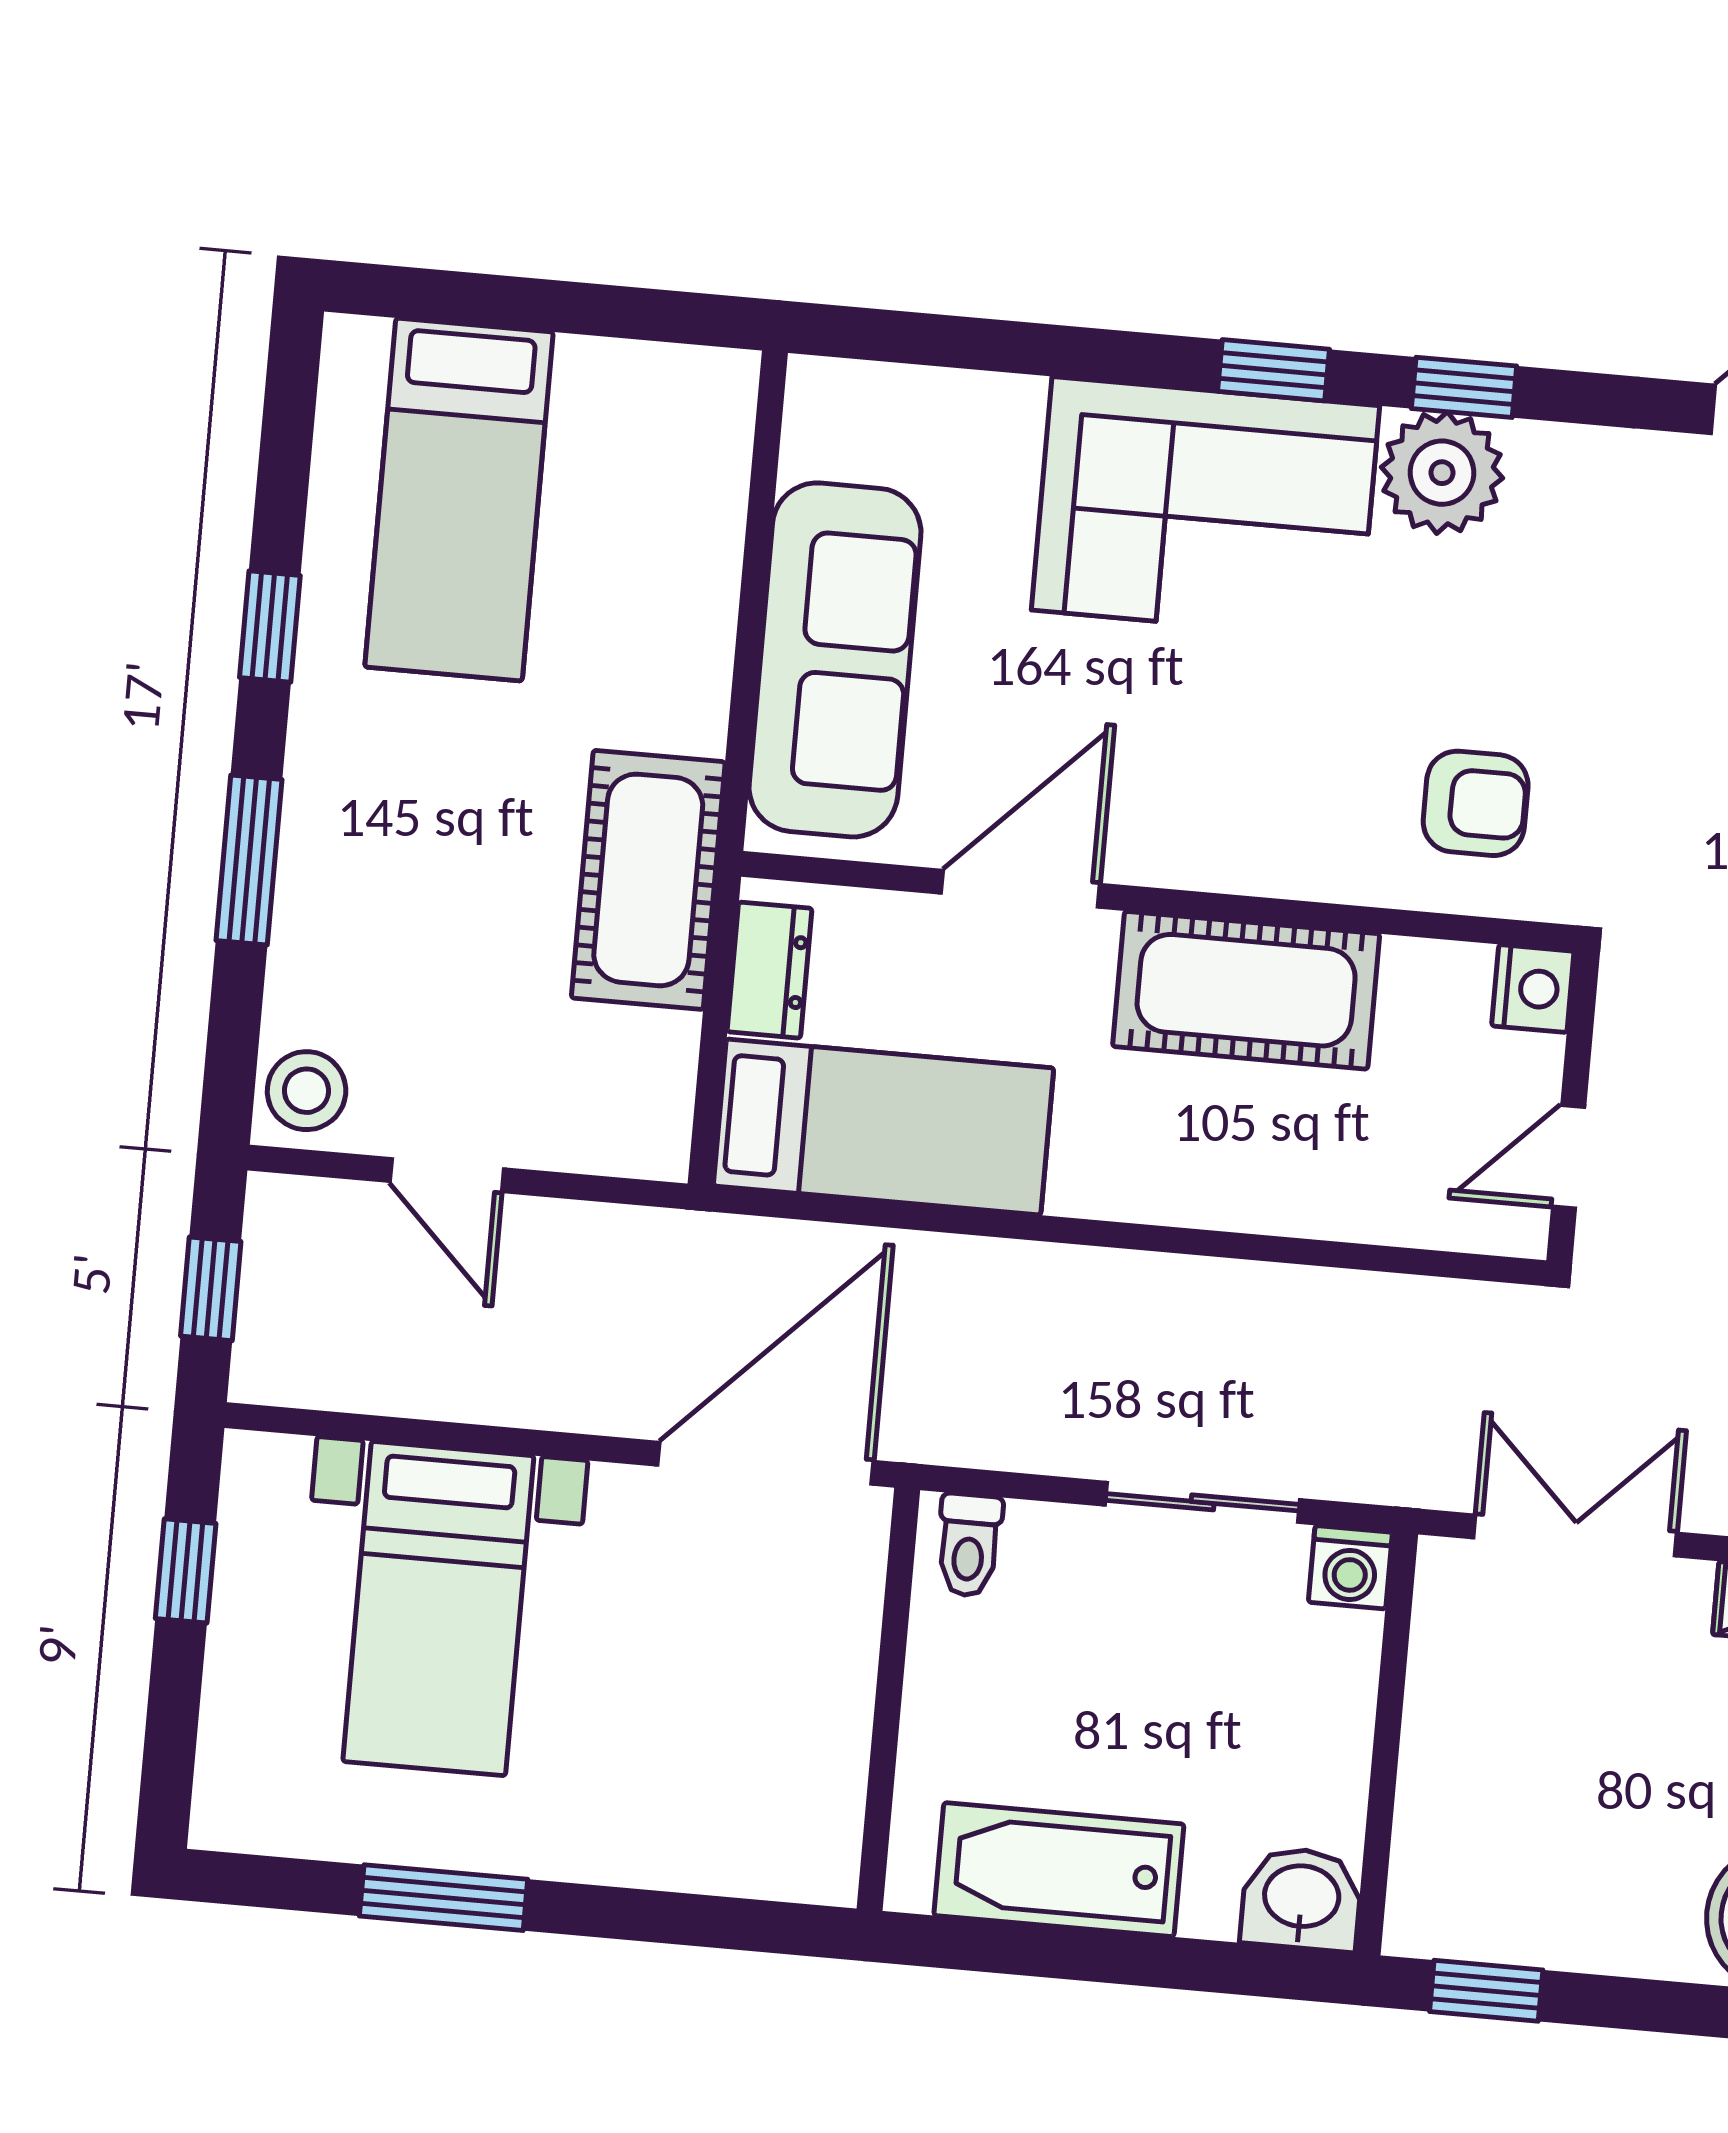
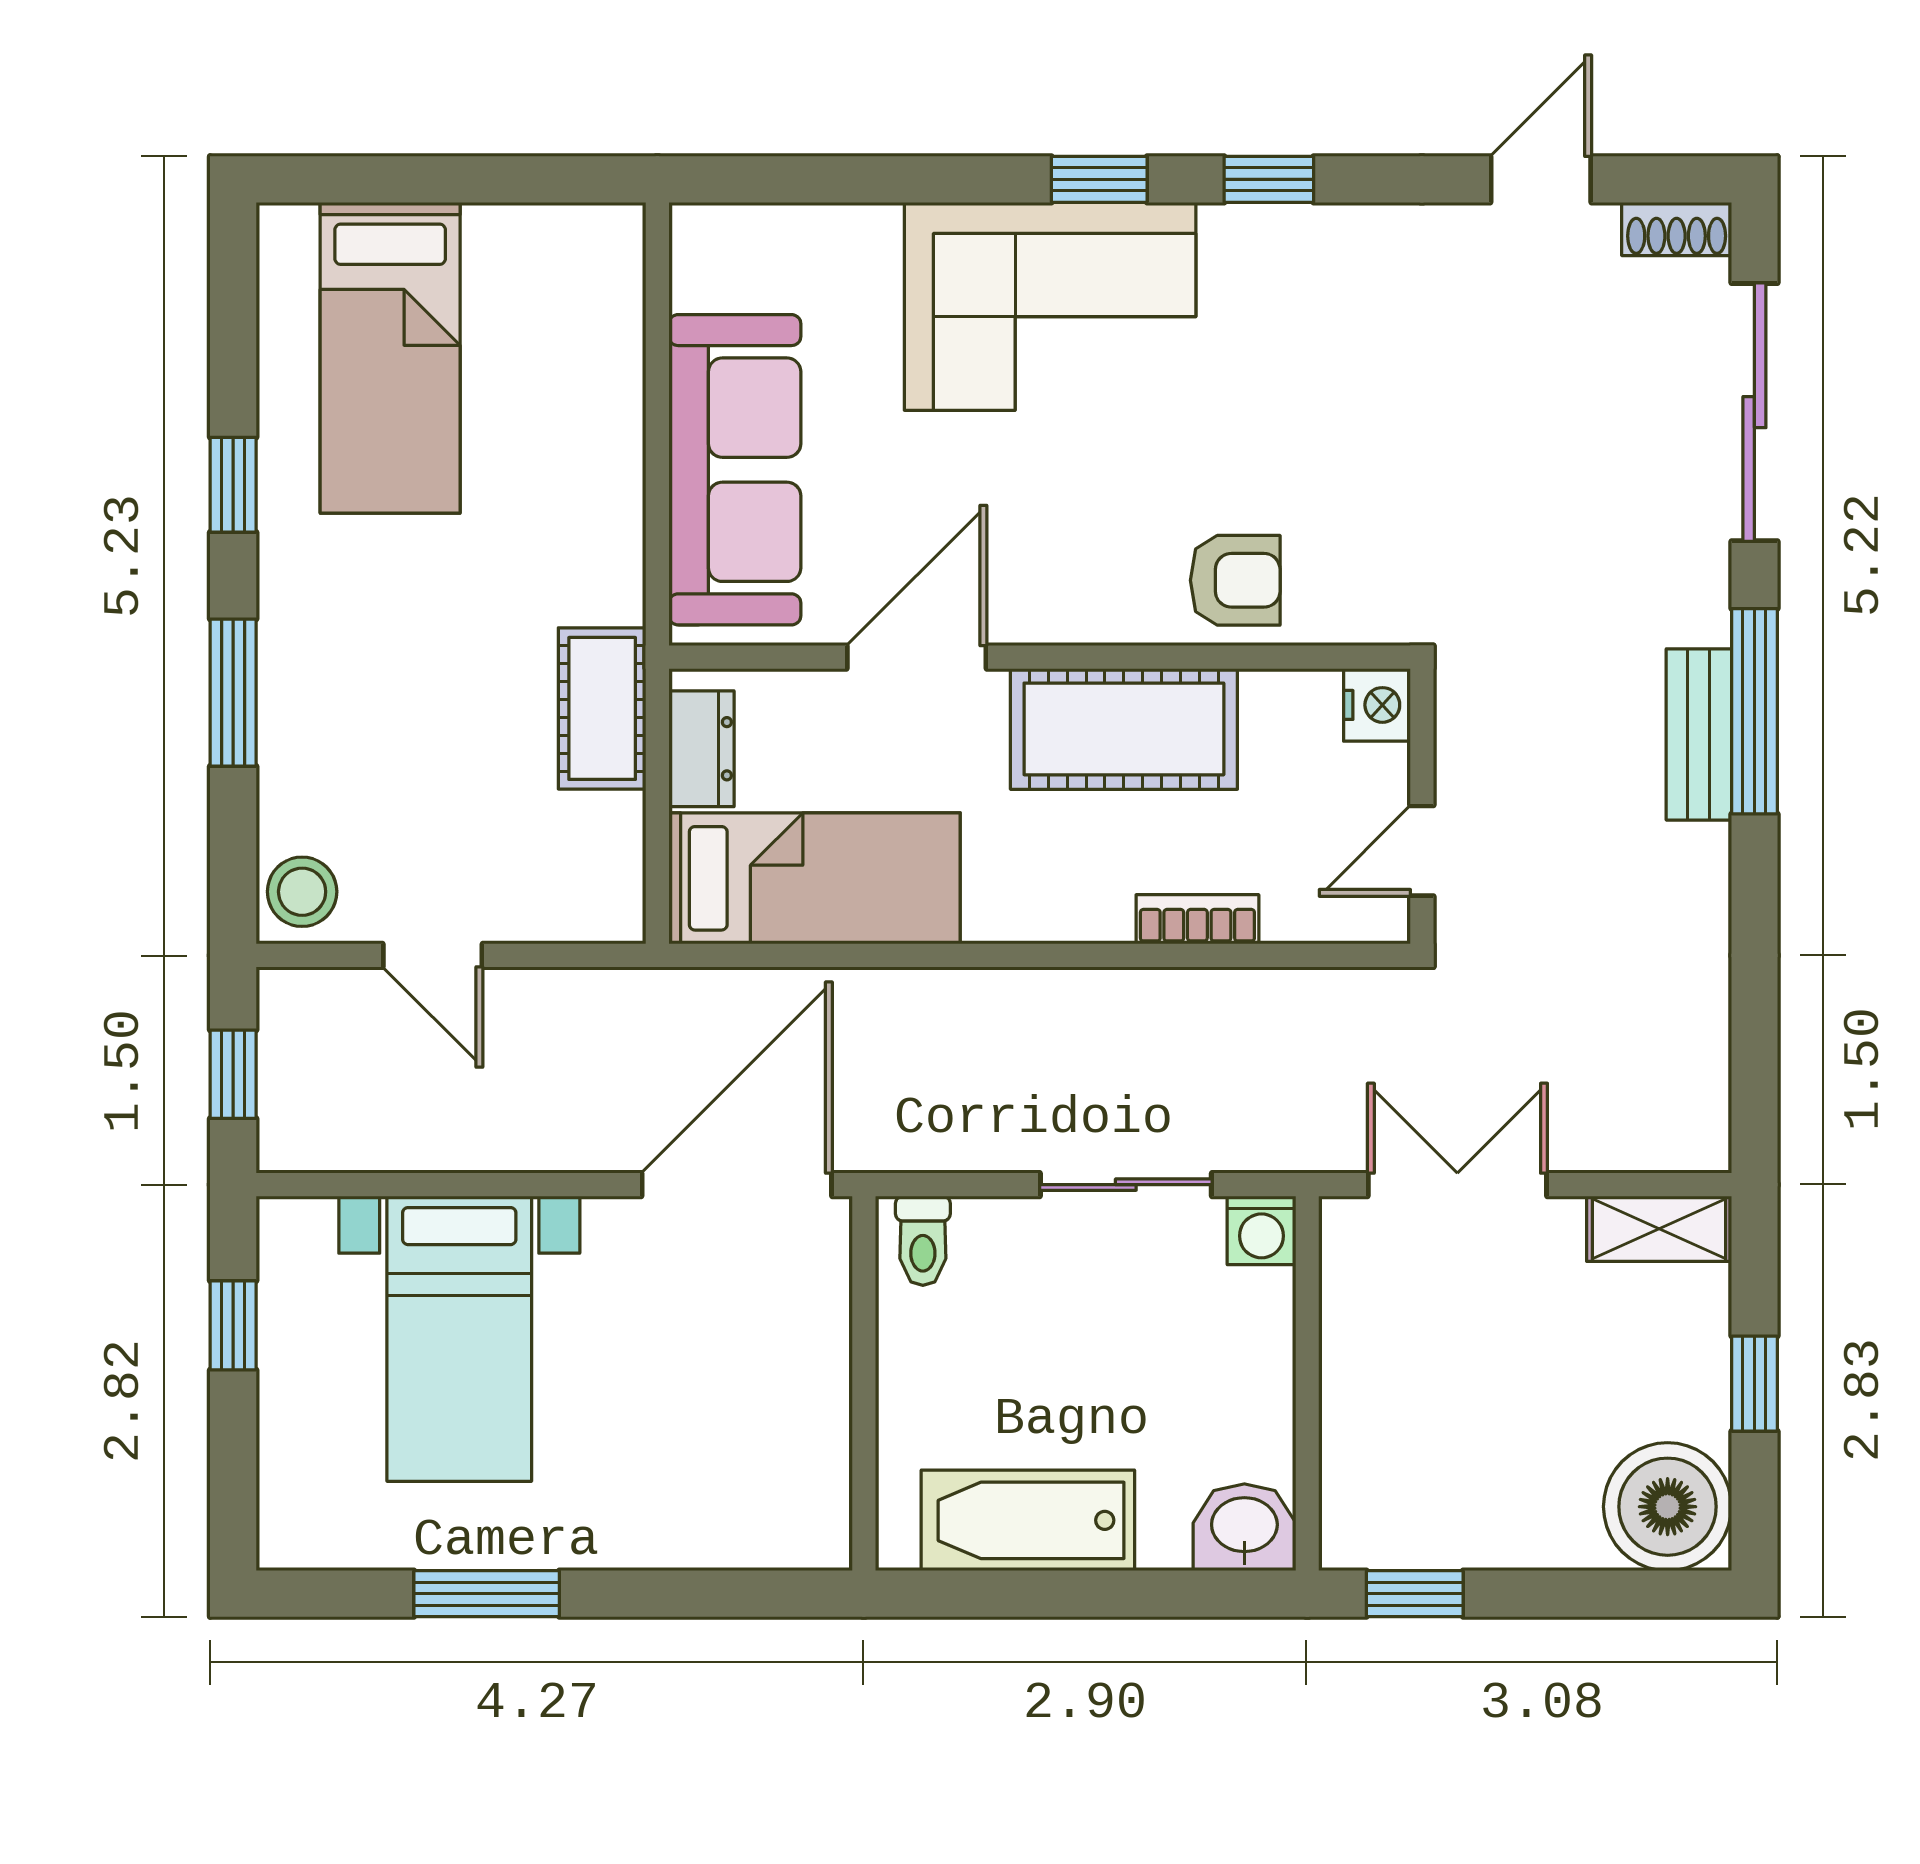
plant: (1442, 473) -> (1256, 256), removed
armchair: (1476, 803) -> (1235, 580), moved
cot: (648, 880) -> (602, 708), width x0.73, depth x0.75
bookcase: (1310, 1211) -> (1197, 919), added

